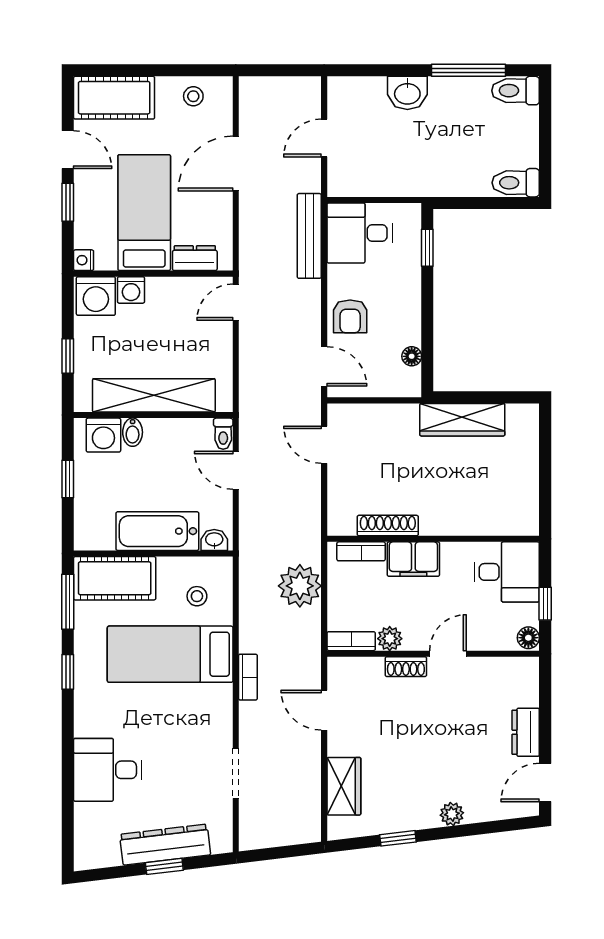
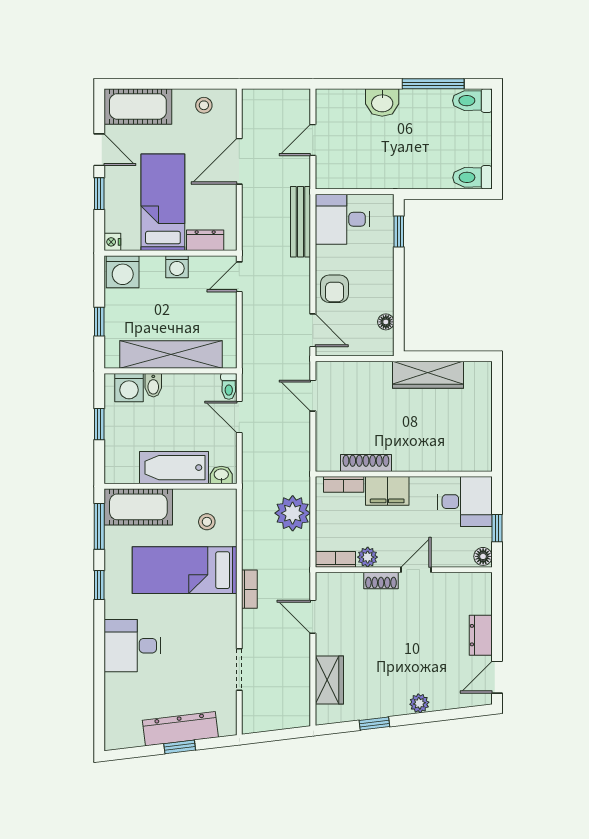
washing machine: (131, 290) -> (177, 267), moved
desk: (108, 770) -> (133, 646), moved

